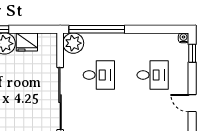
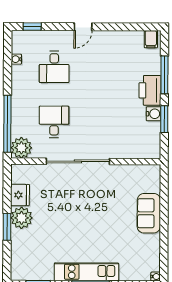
water cooler: (183, 38) -> (16, 59), moved
desk: (153, 75) -> (54, 67), turned 180

